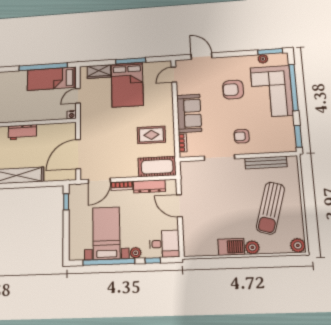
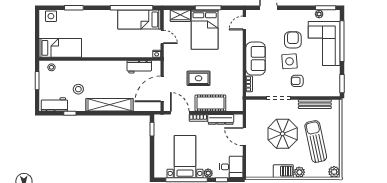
armchair: (233, 90) -> (293, 40), turned 90
door: (78, 96) -> (162, 37), swing flipped
side table: (231, 114) -> (290, 61), added
workbench: (22, 132) -> (139, 67), moved
rug: (151, 135) -> (199, 78), moved
cot: (157, 167) -> (210, 103), moved
door: (99, 181) -> (180, 113), swing flipped
parasol: (227, 200) -> (283, 134), added
sun lounger: (270, 208) -> (316, 142), turned 152

